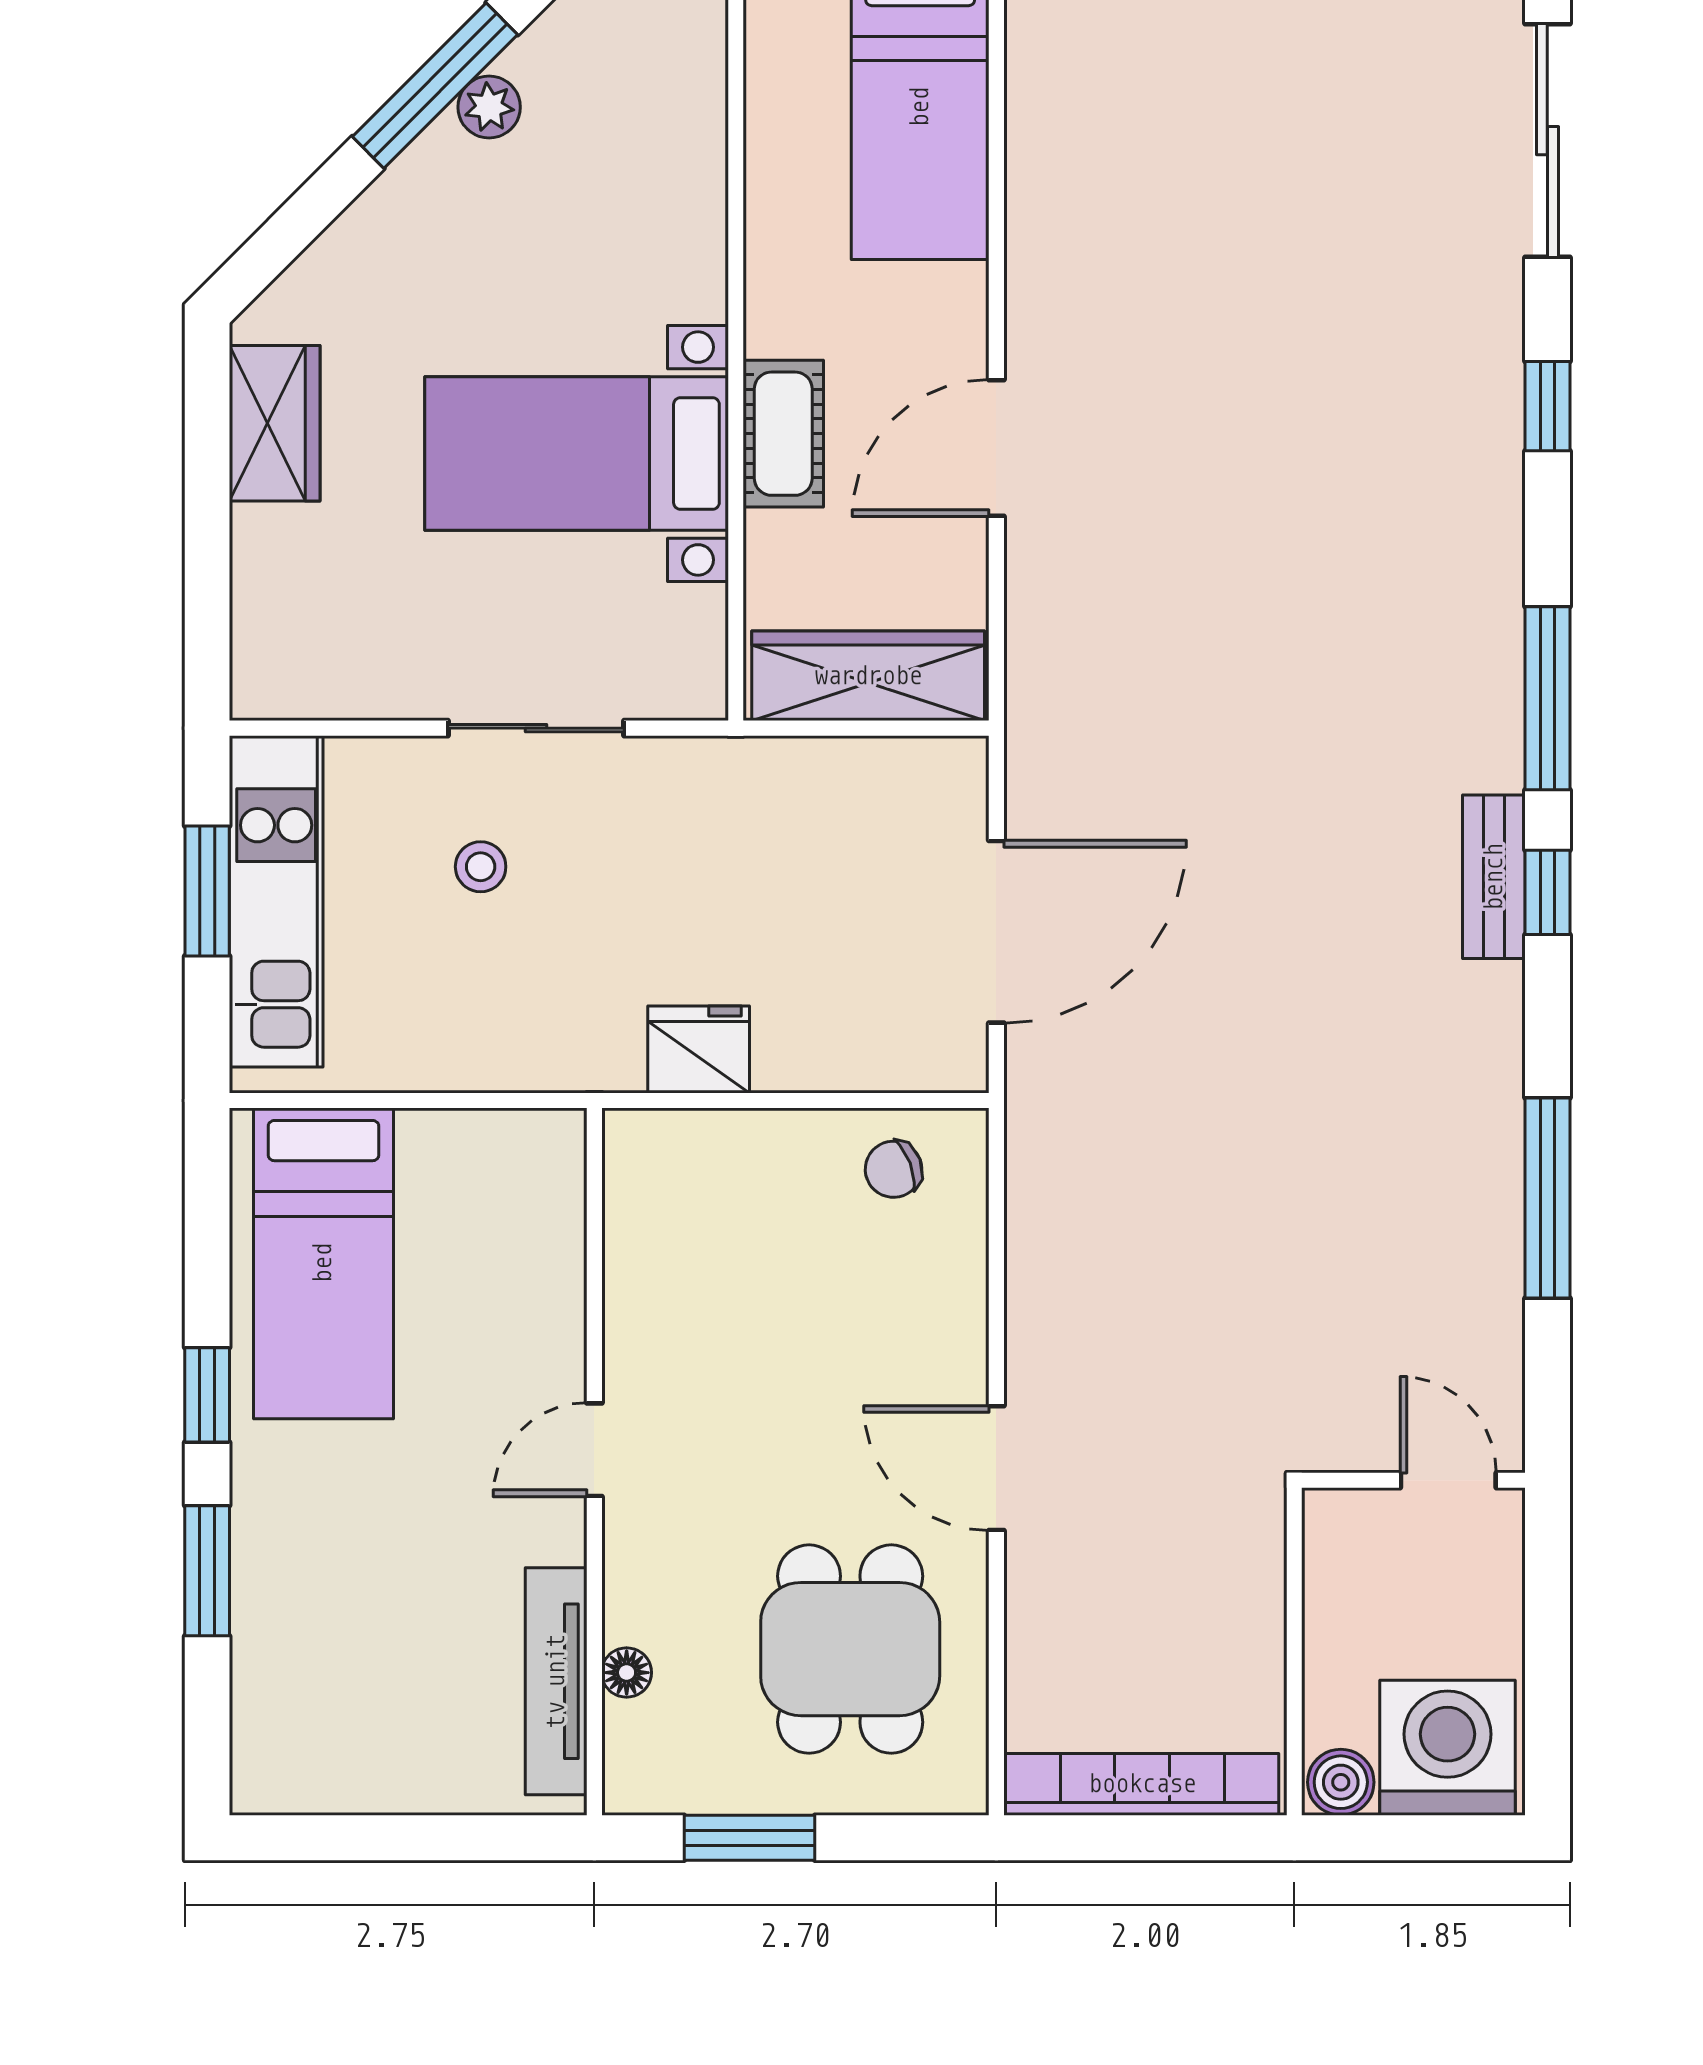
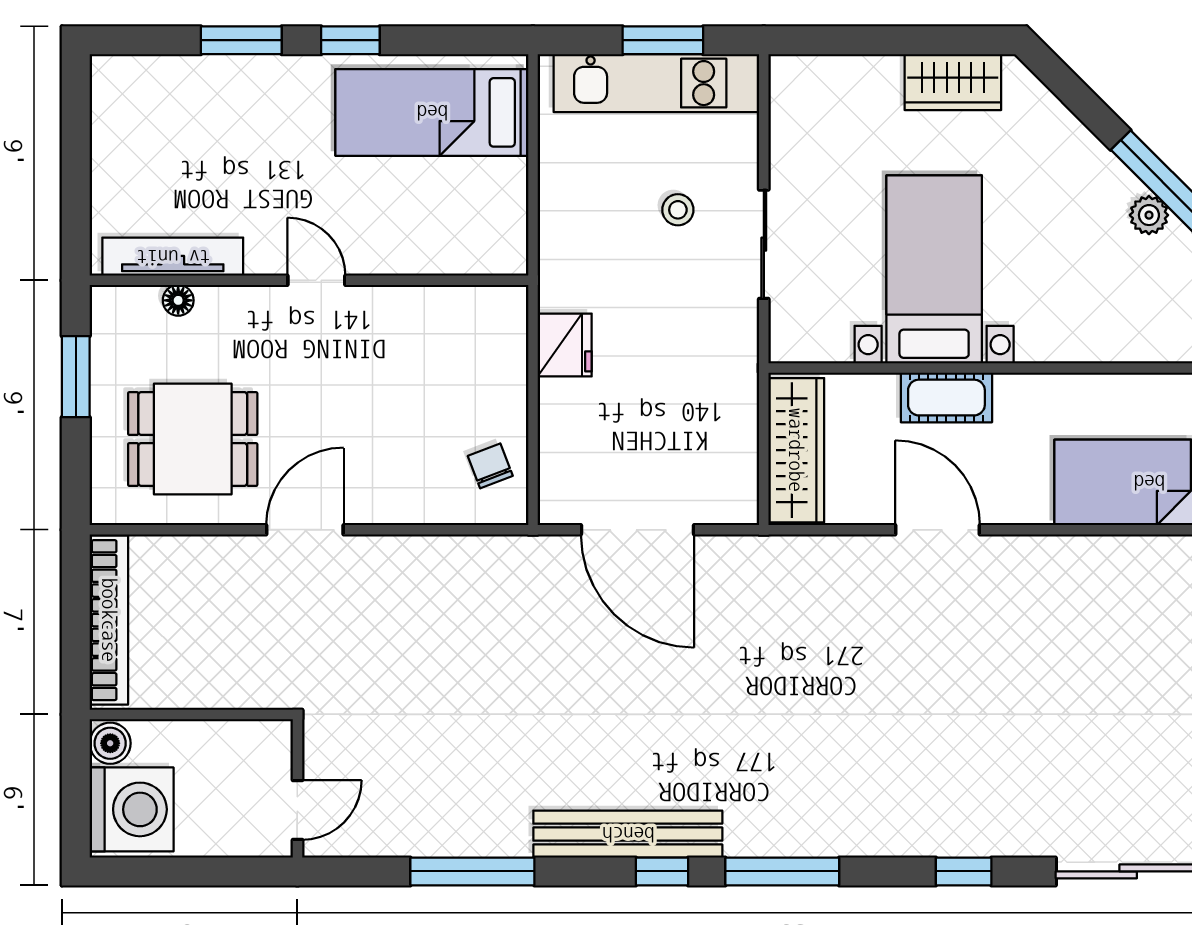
bench: (1494, 877) -> (628, 834), width x1.86, depth x1.21

